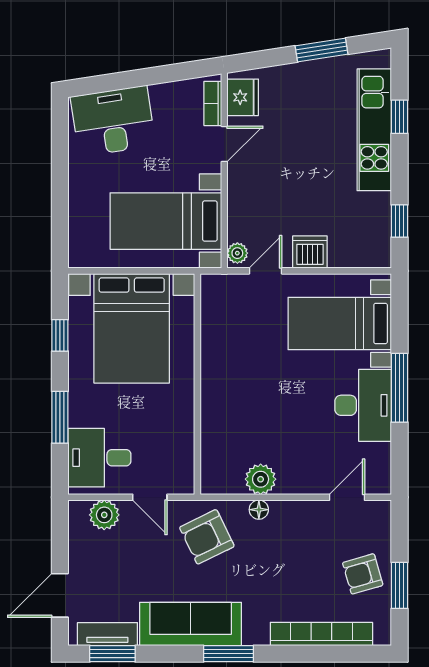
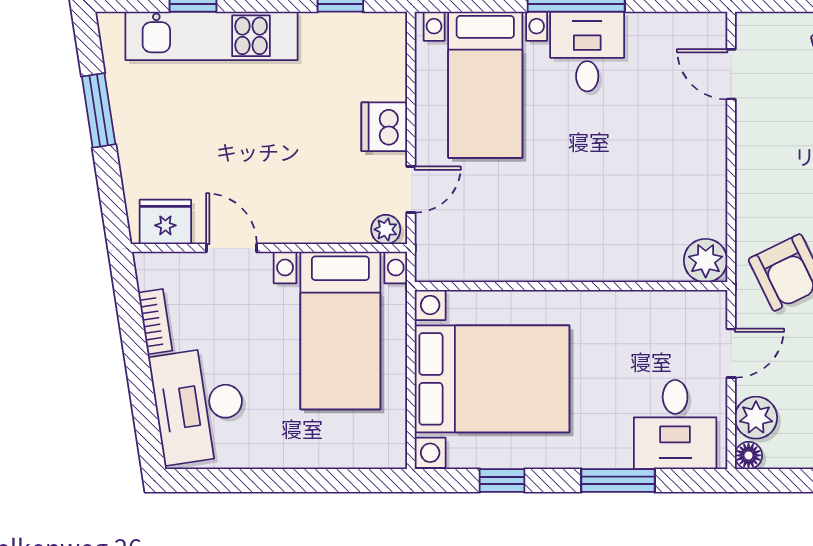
bookcase: (213, 103) -> (155, 322), moved, turned -99
door: (266, 271) -> (411, 190), swing flipped
desk: (363, 405) -> (587, 51), width x0.73
plant: (261, 479) -> (706, 260), moved
floor lamp: (259, 510) -> (749, 455), moved

